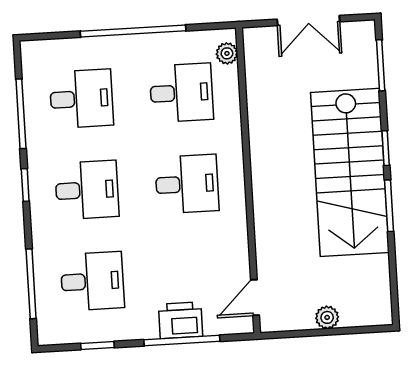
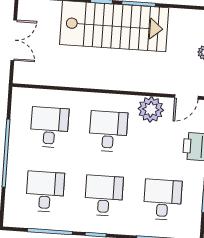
plant: (227, 53) -> (151, 109), moved, width x1.88, depth x1.88
door: (255, 298) -> (186, 97), hinge flipped

